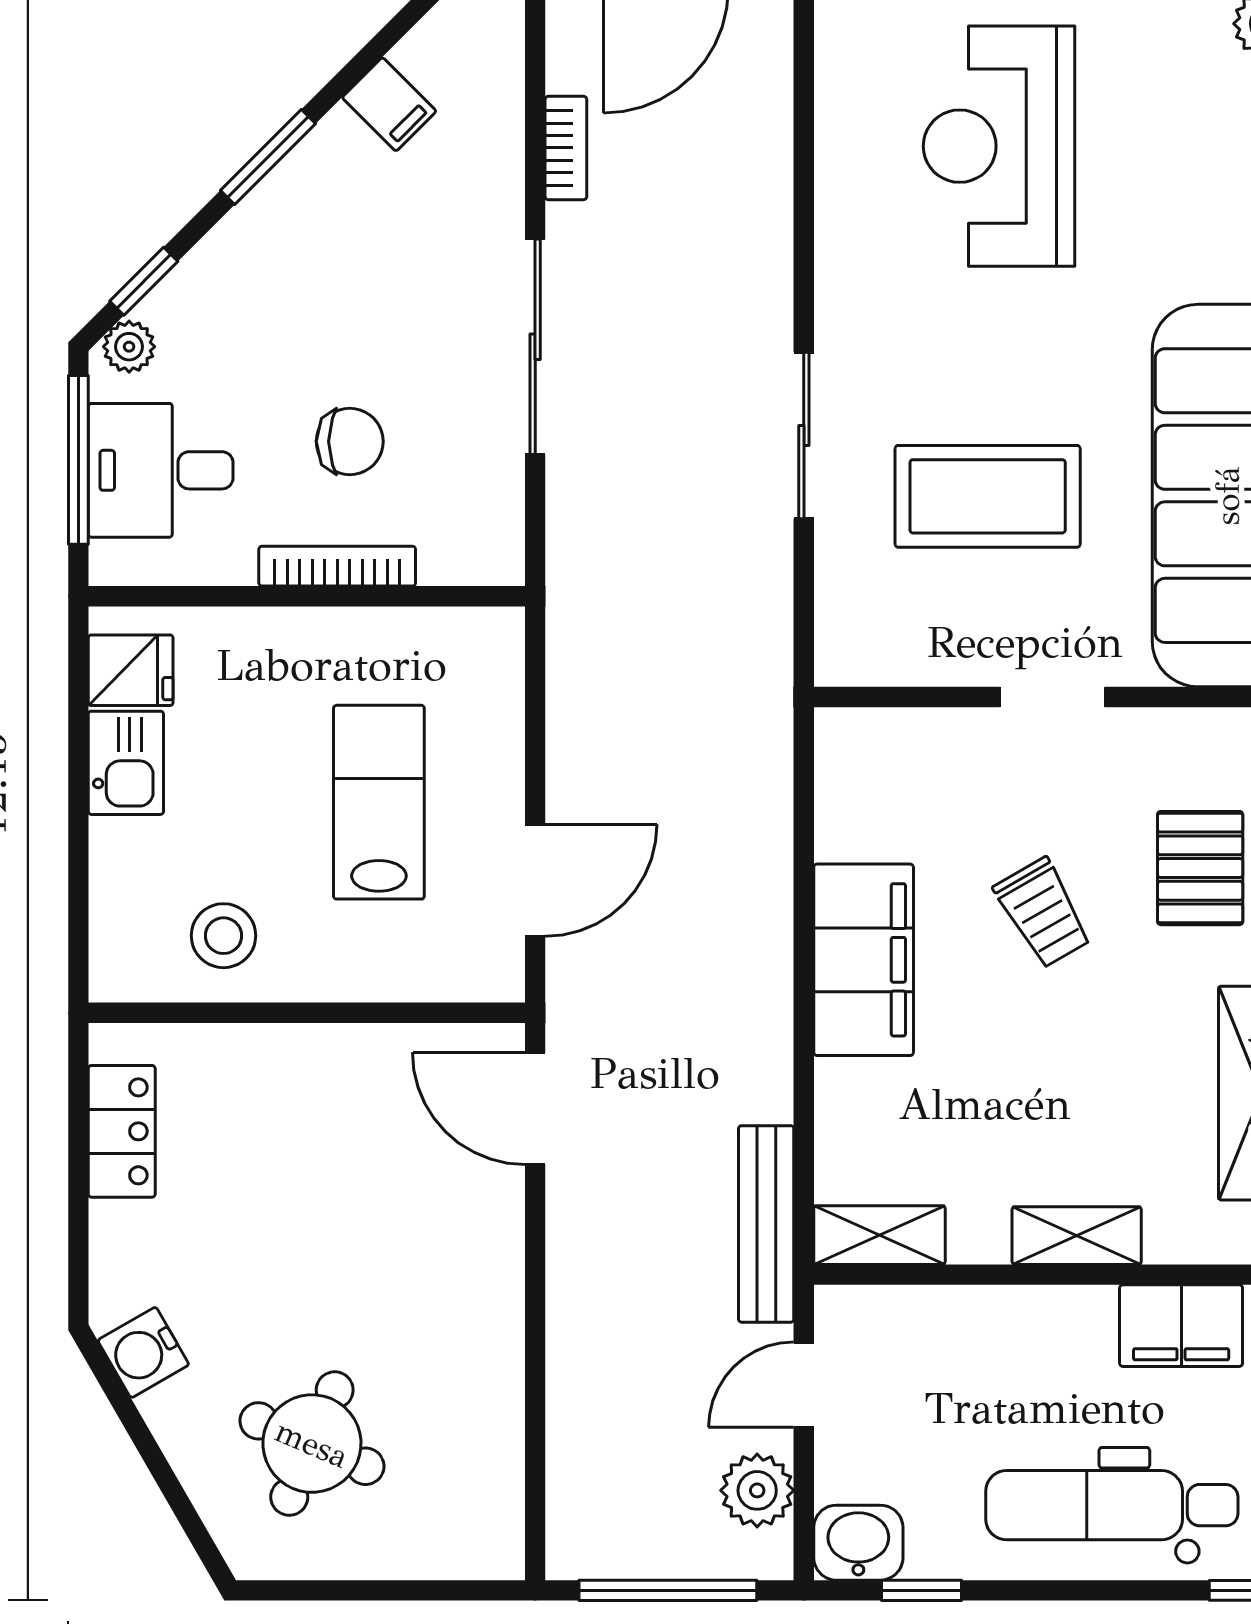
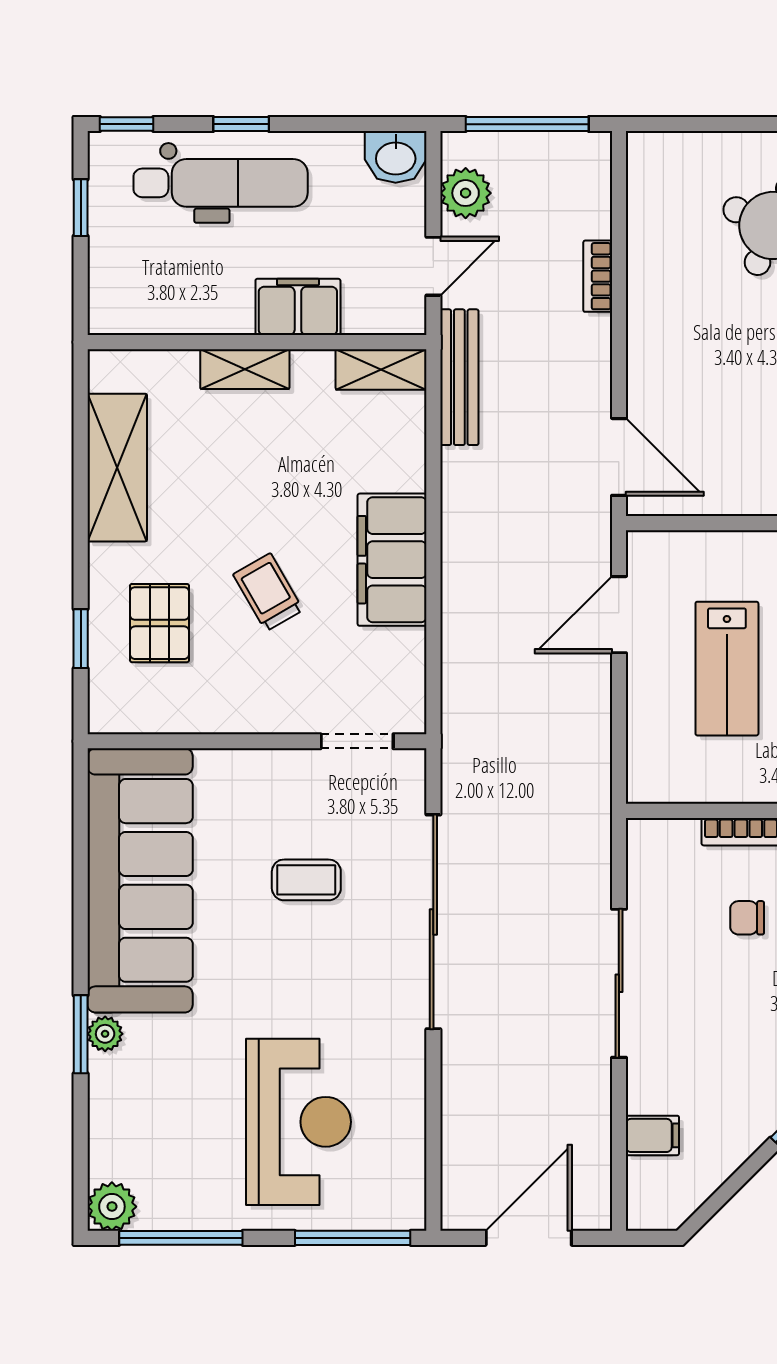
filing cabinet: (389, 104) -> (652, 1135), moved, turned 135
bookcase: (566, 148) -> (598, 276), moved
sliding door: (804, 435) -> (433, 922), width x1.86
chair: (350, 441) -> (747, 918), width x0.73, depth x0.73
coffee table: (988, 496) -> (306, 880), width x0.54, depth x0.58
doorway: (1052, 697) -> (357, 741), moved
filing cabinet: (1181, 1326) -> (298, 307), moved
window: (922, 1590) -> (241, 124), moved

